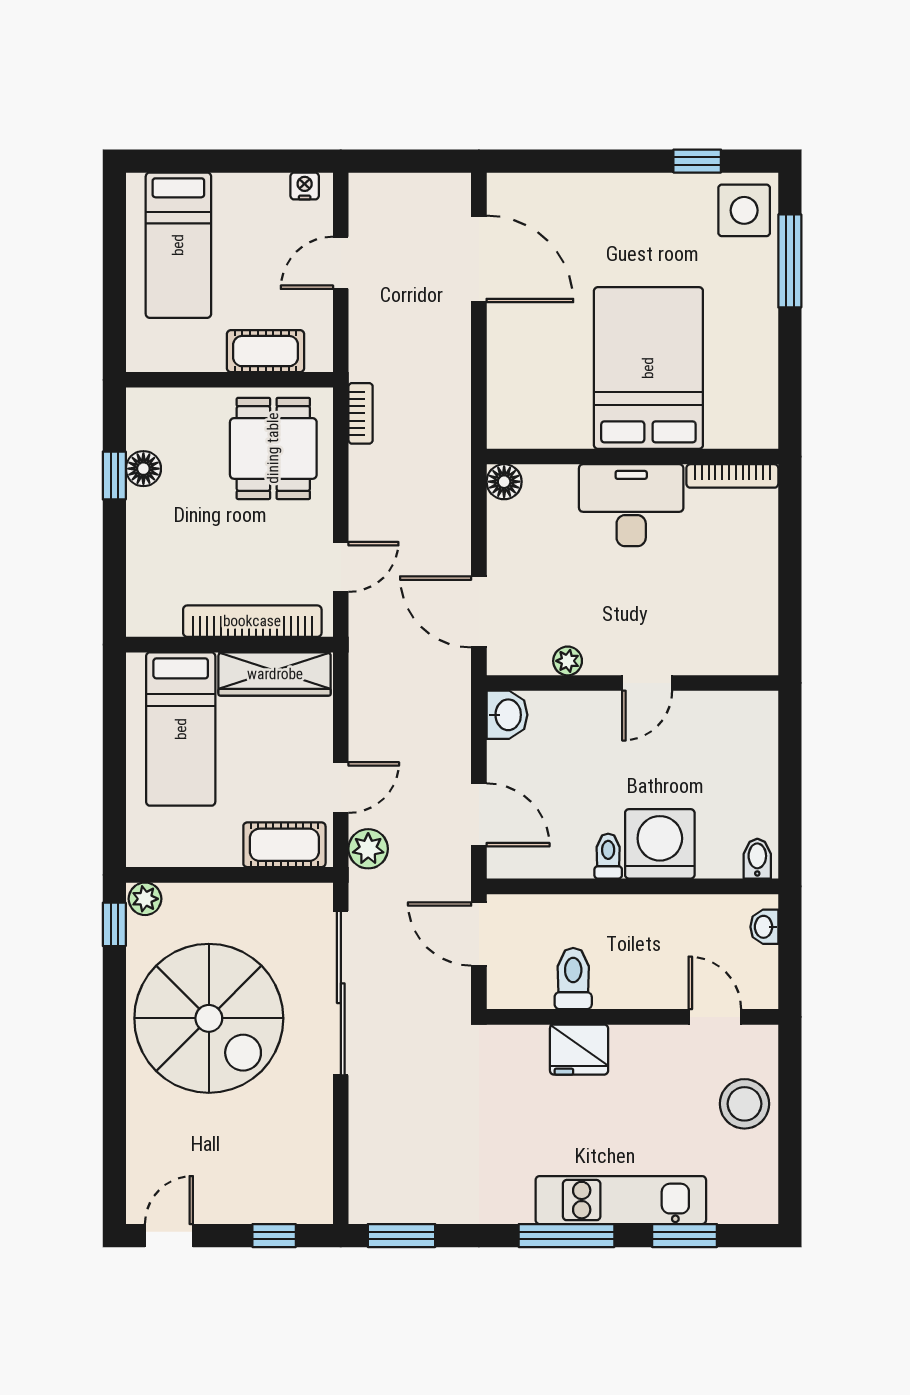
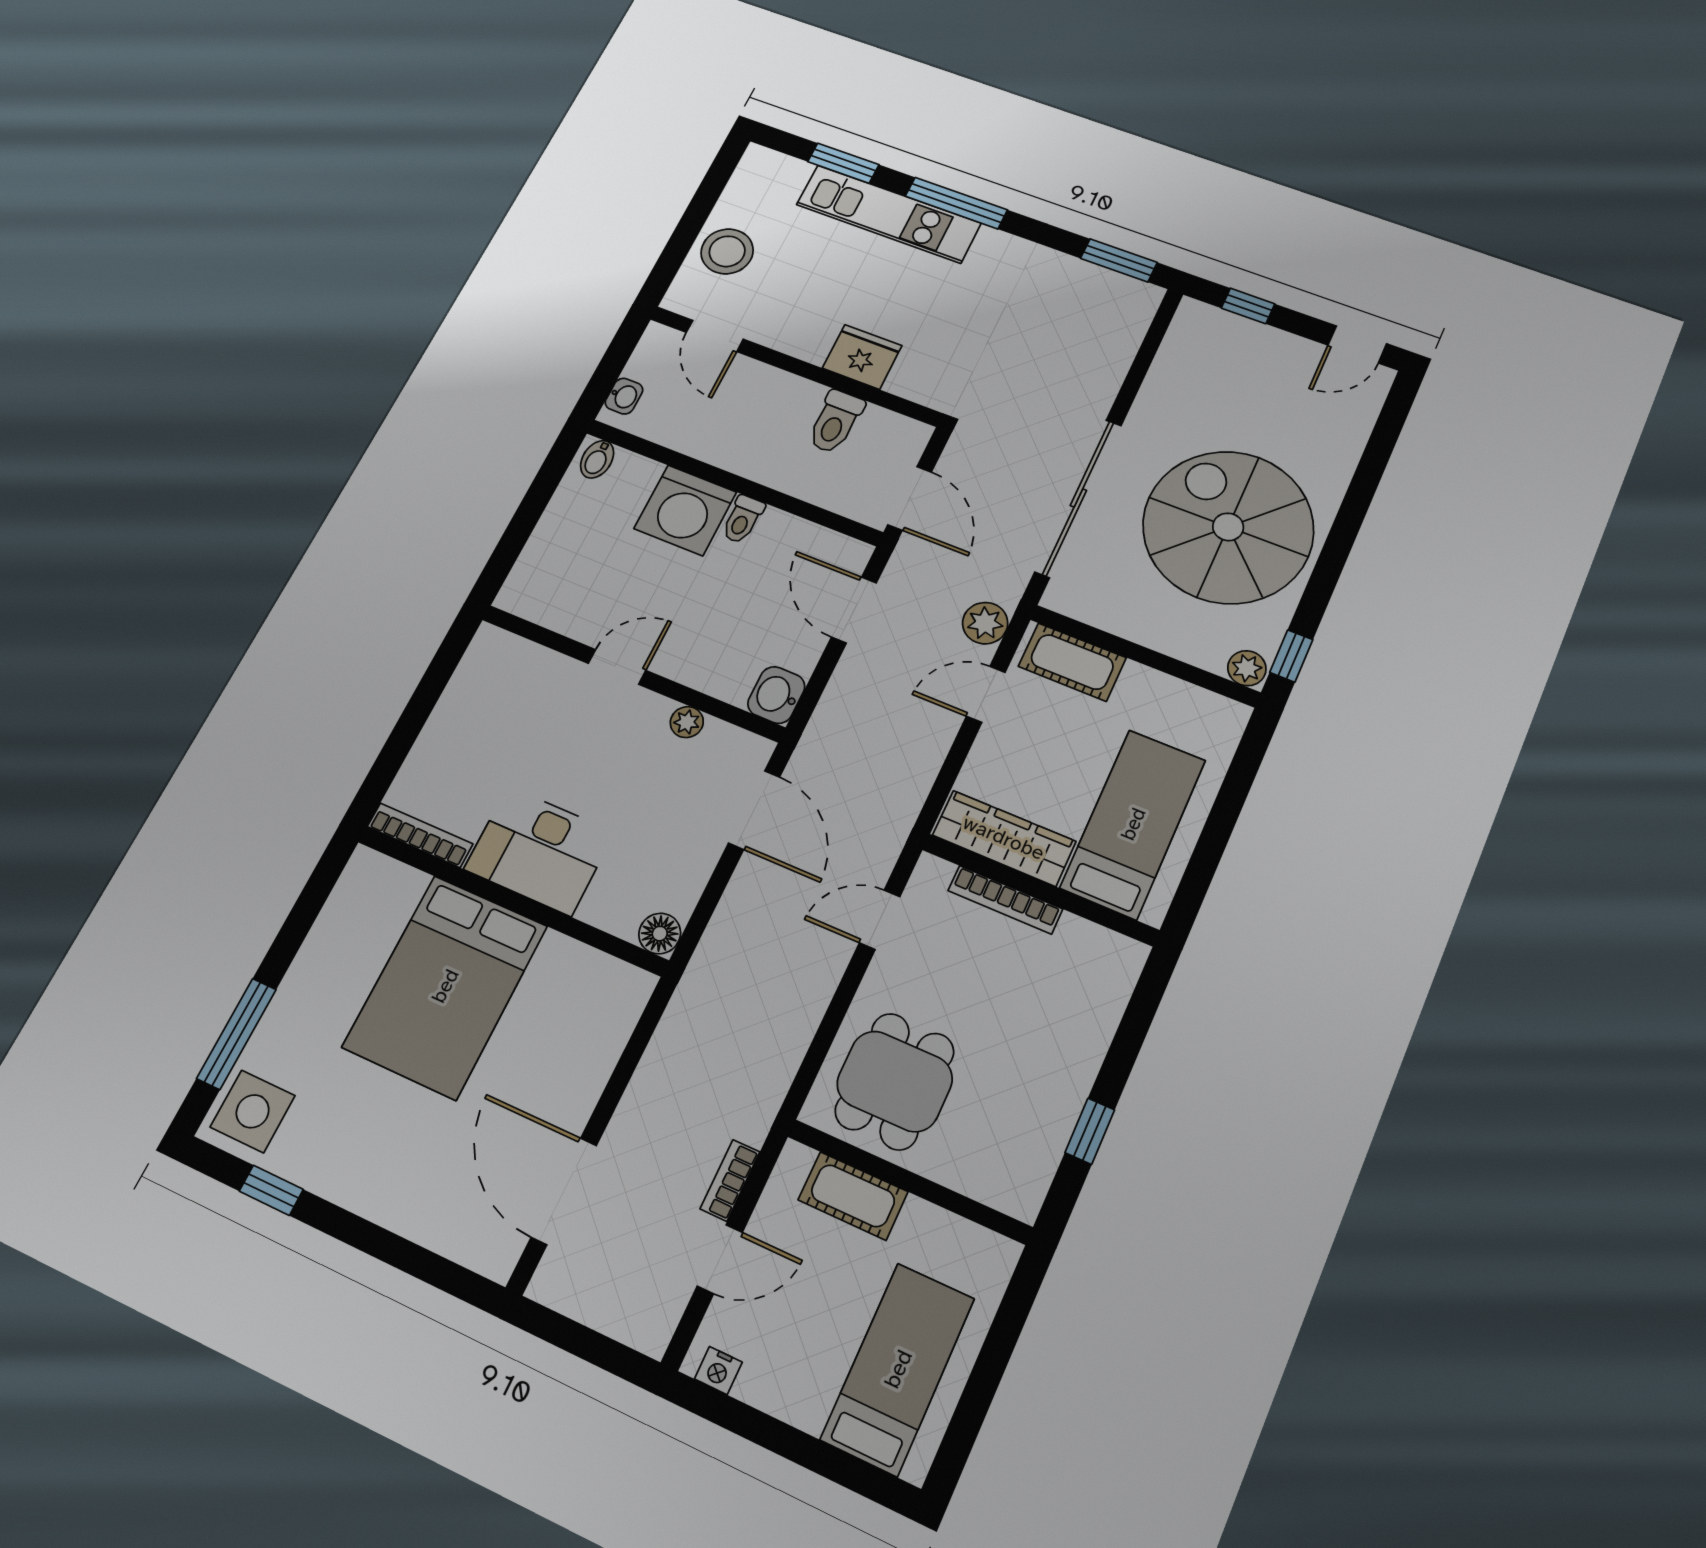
bookcase: (361, 413) -> (730, 1180), moved
floor lamp: (143, 469) -> (1053, 1124), removed
bookcase: (252, 621) -> (1005, 900), width x0.68, depth x0.76

